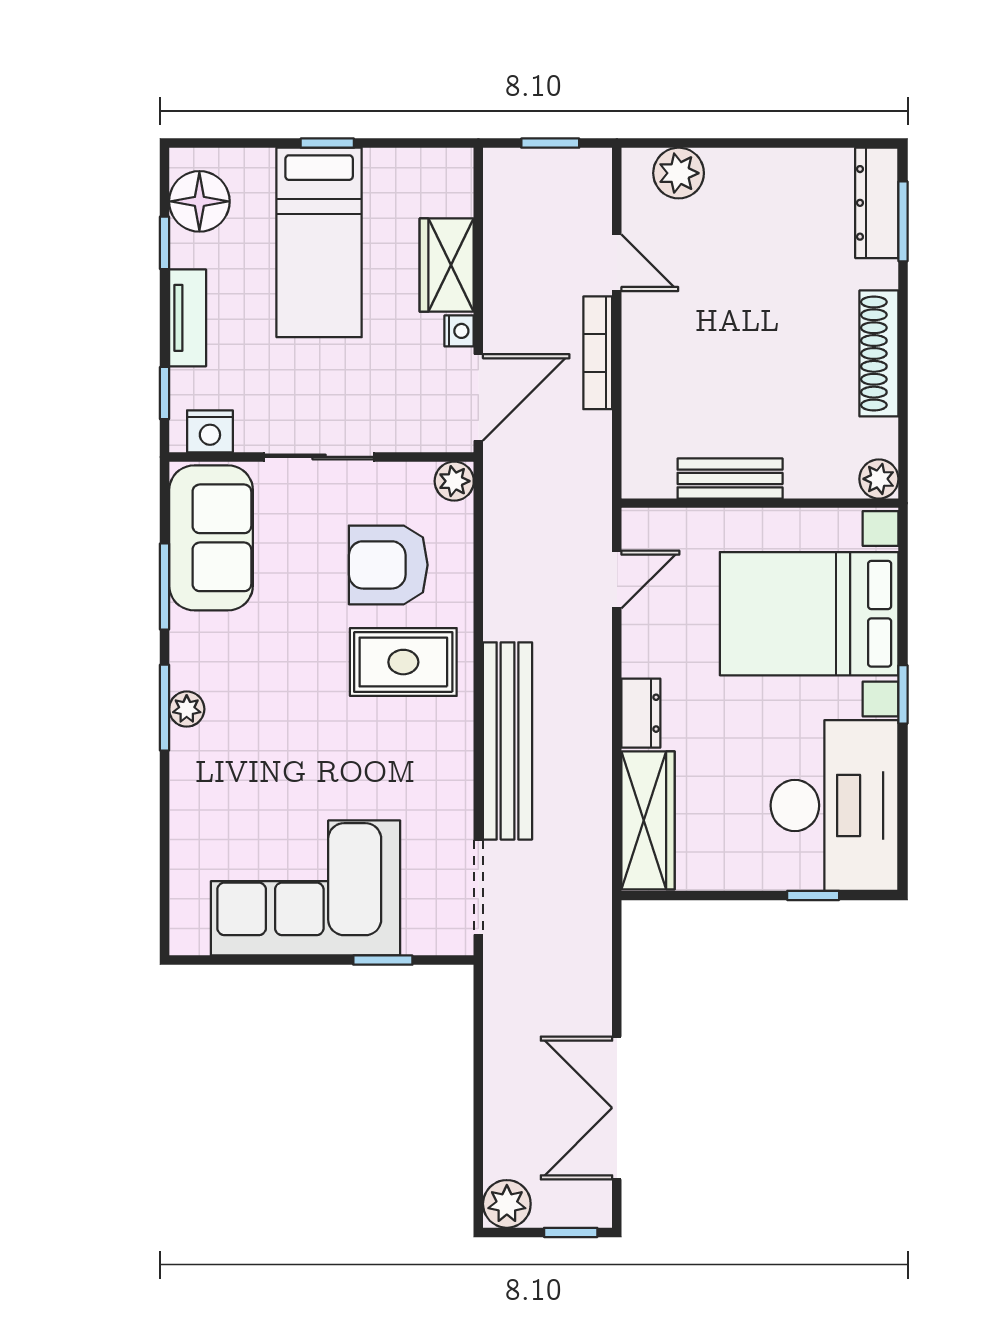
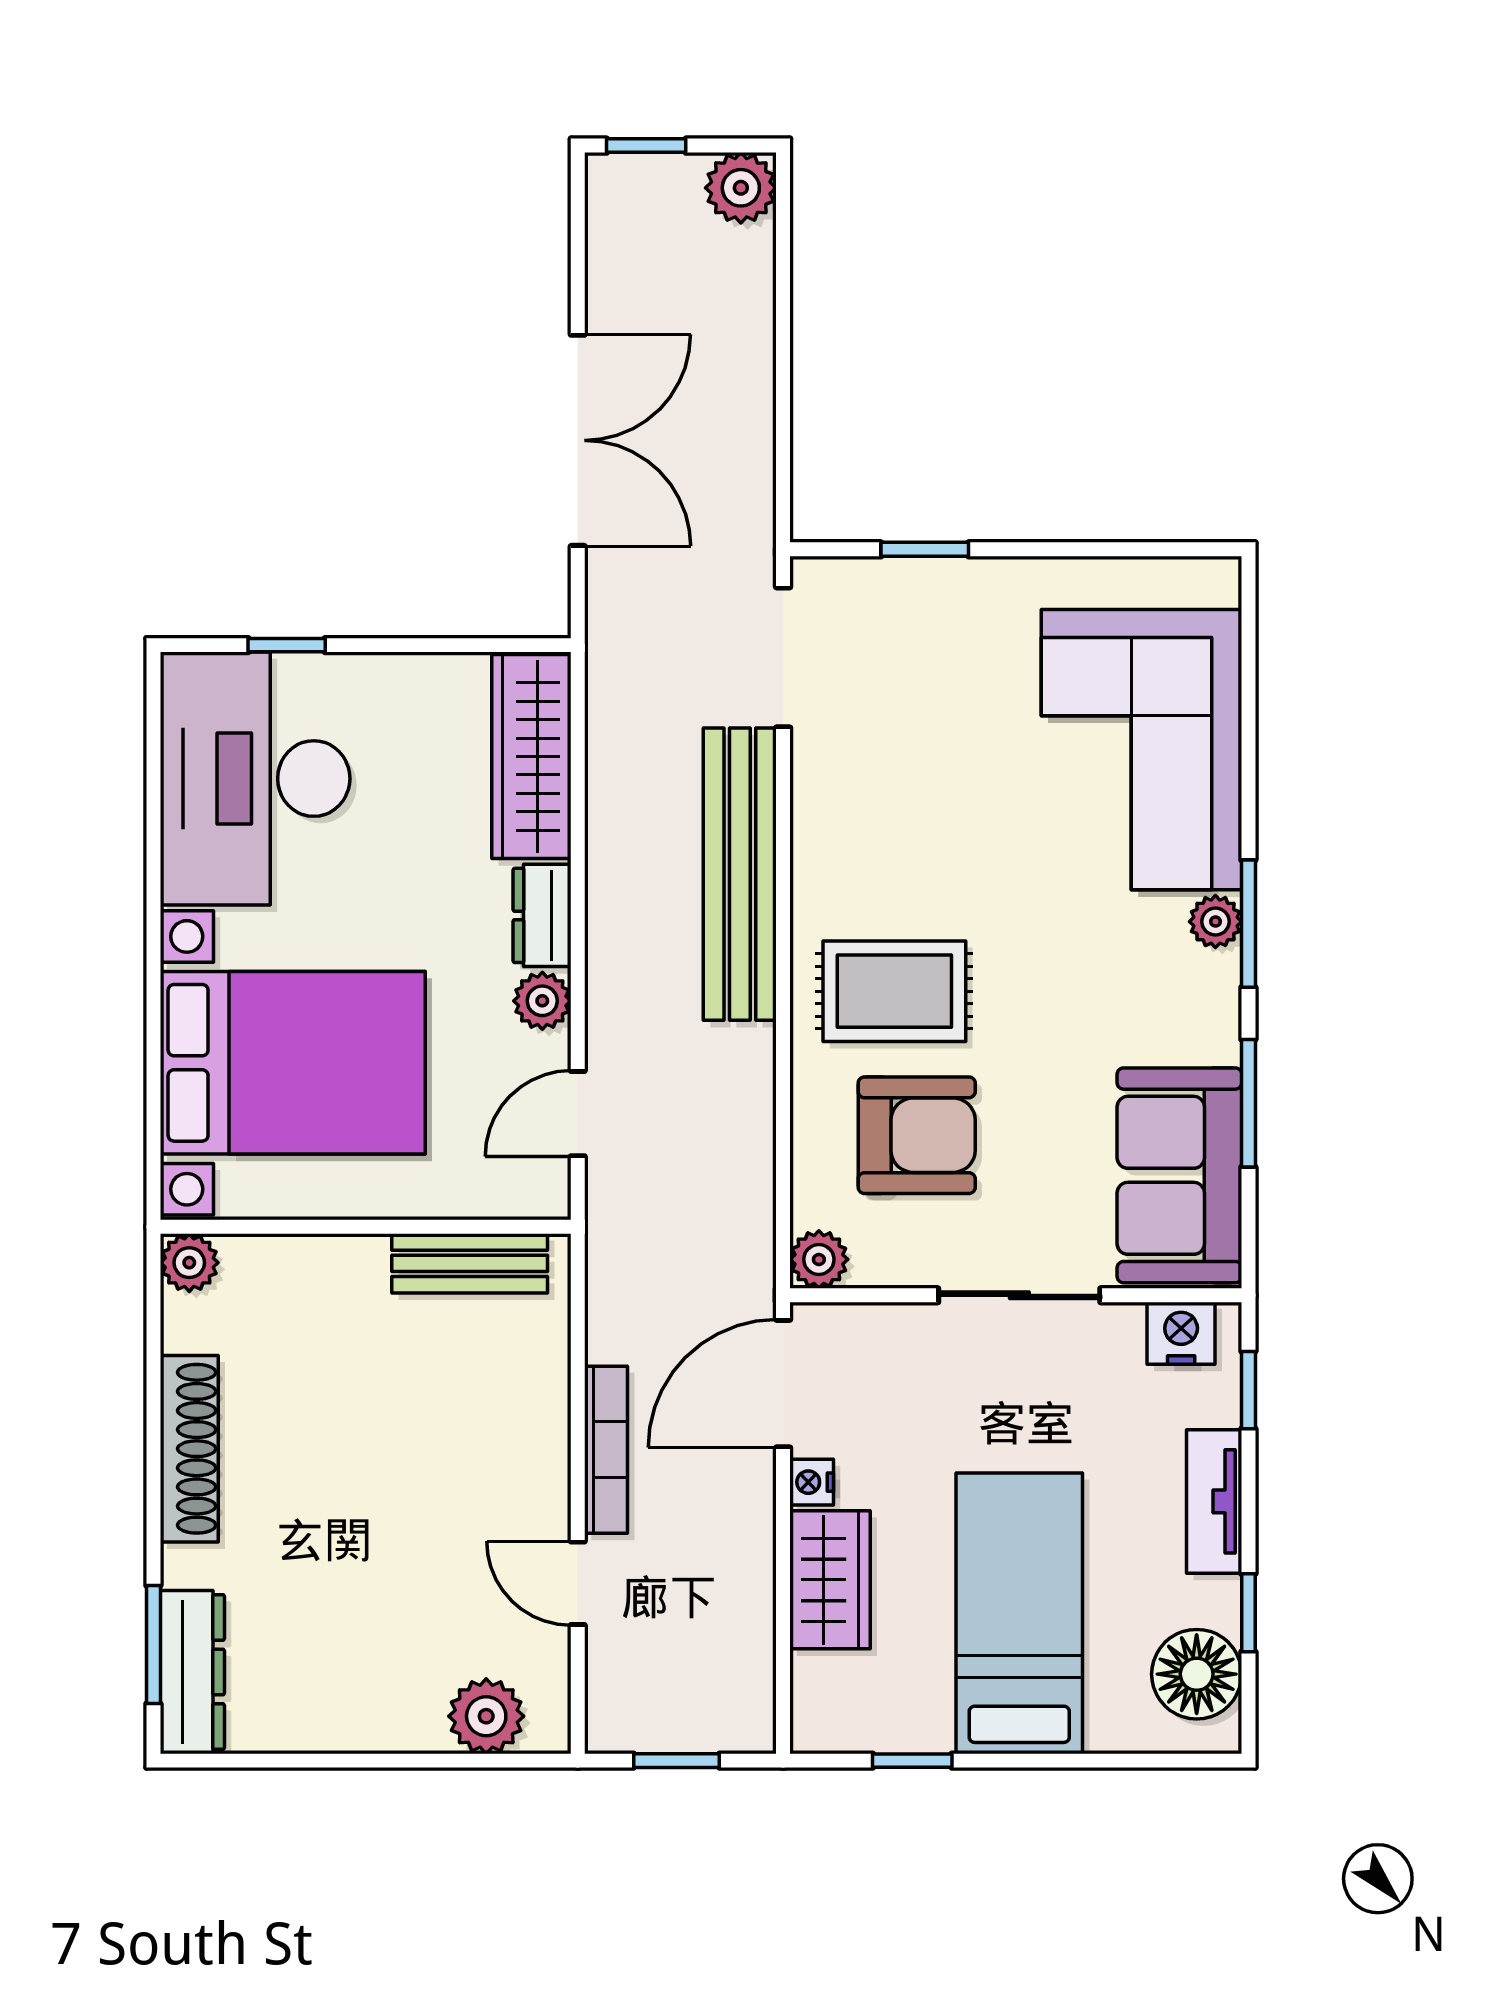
window: (327, 143) -> (912, 1761), moved
bench: (730, 478) -> (470, 1263), moved
plant: (641, 656) -> (542, 1001), added
window: (903, 694) -> (153, 943), removed
corner sofa: (305, 888) -> (1141, 750), moved, turned 90
double door: (617, 1108) -> (578, 440), moved

